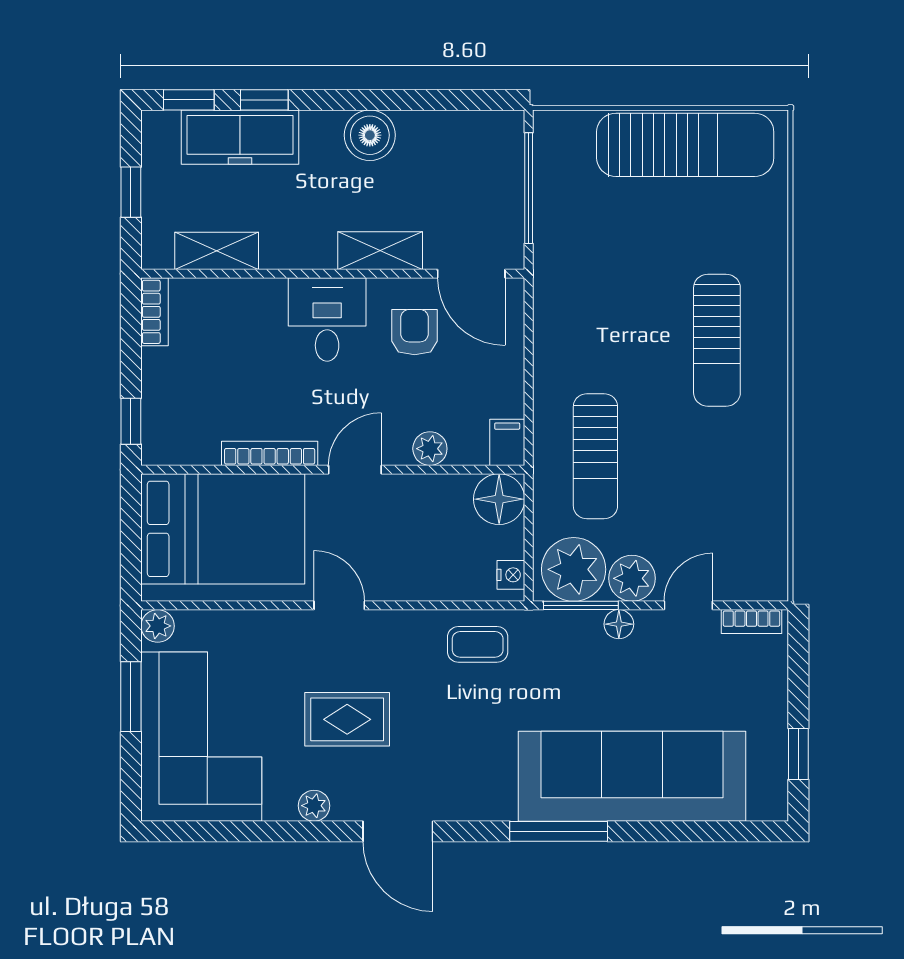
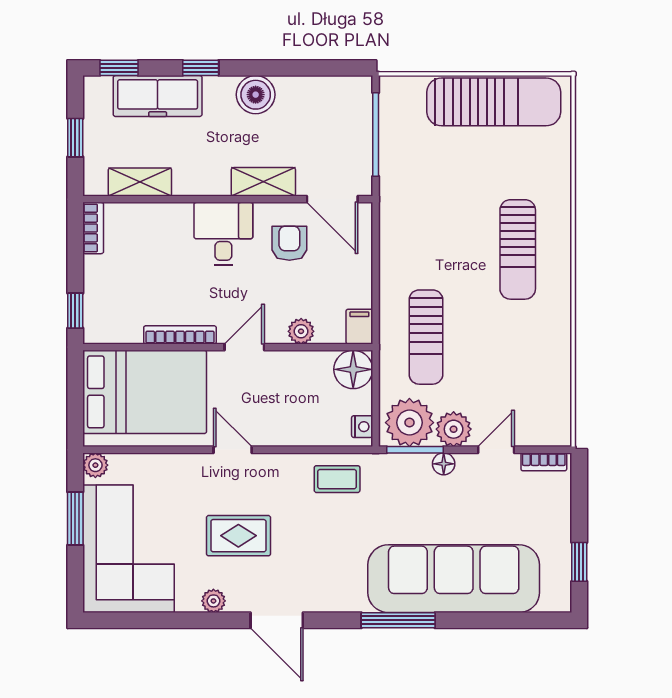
window: (264, 100) -> (201, 68), moved

